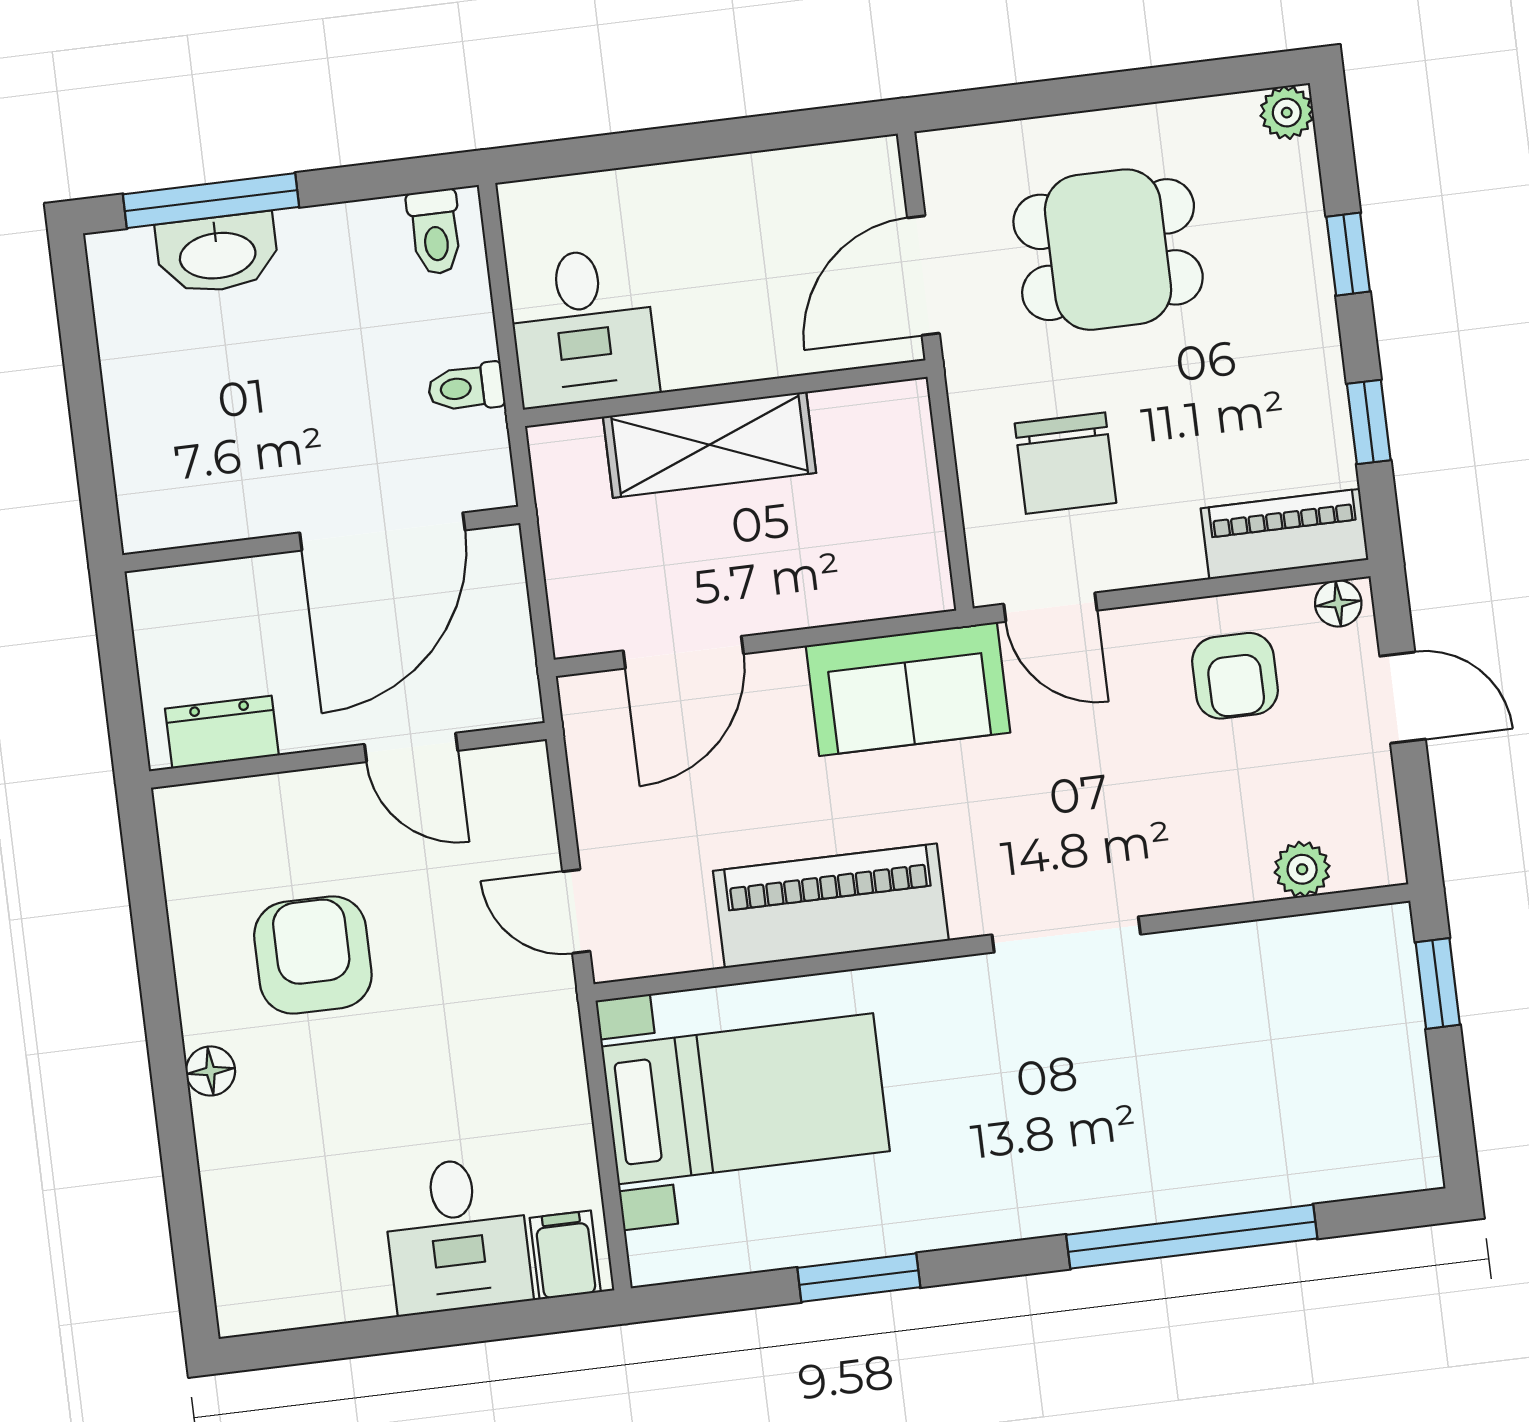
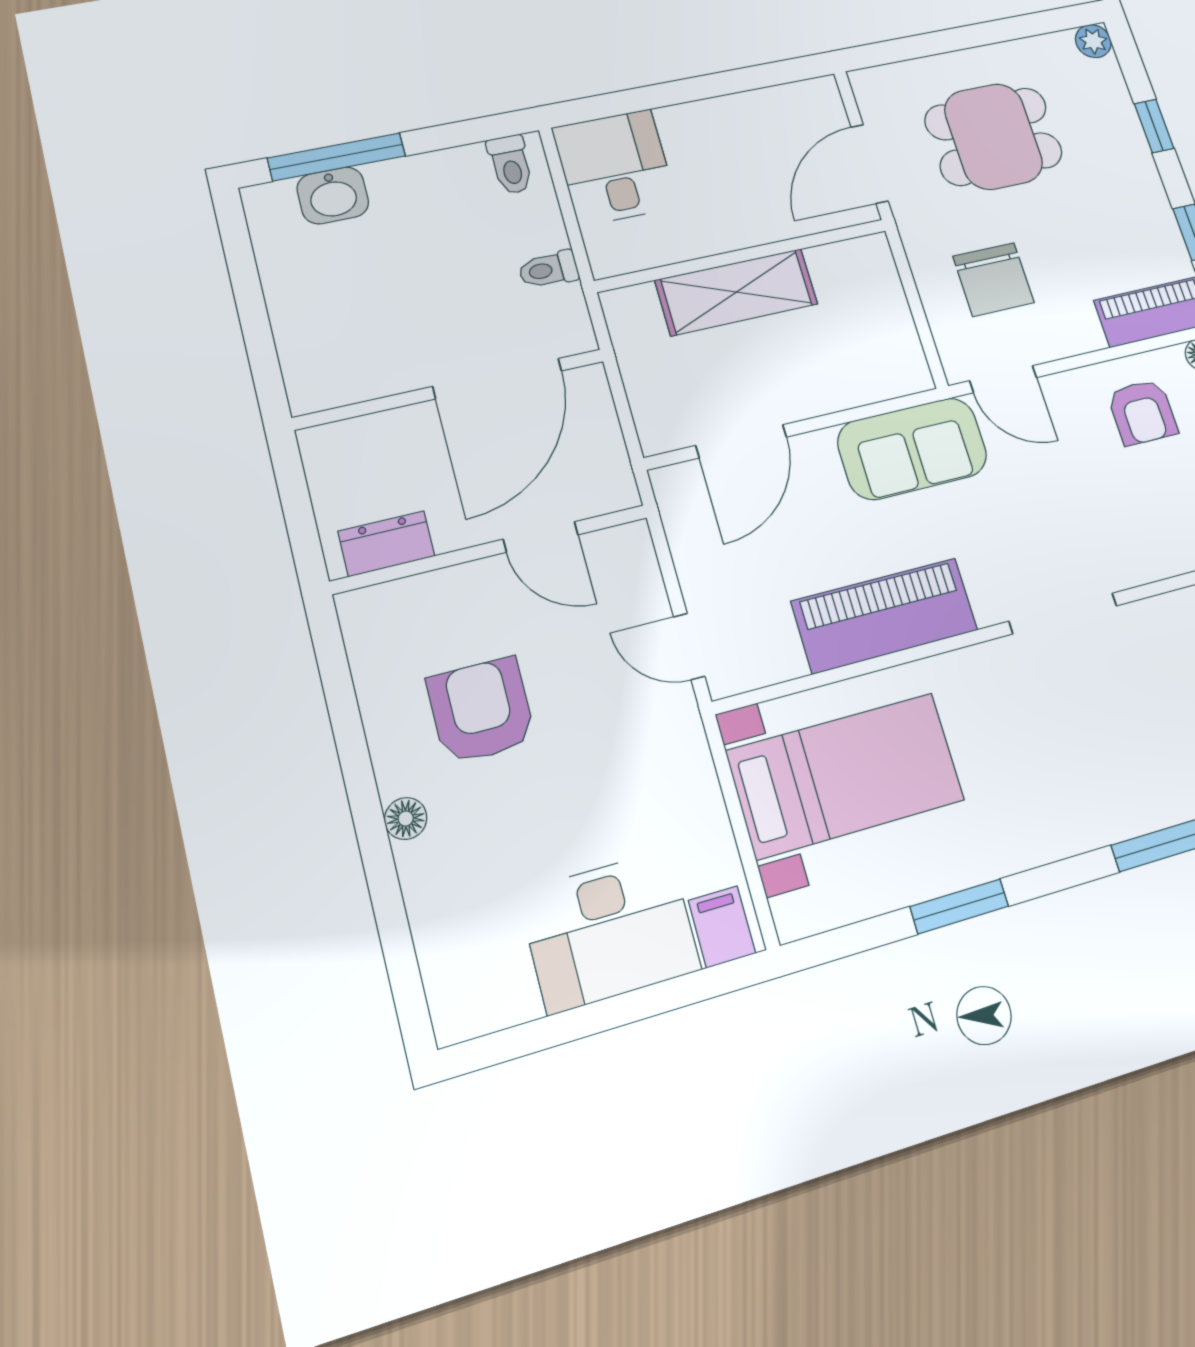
washbasin: (217, 253) -> (333, 195), width x0.72
desk: (583, 327) -> (615, 167), moved, turned 180
desk: (457, 1235) -> (609, 931), width x1.37

